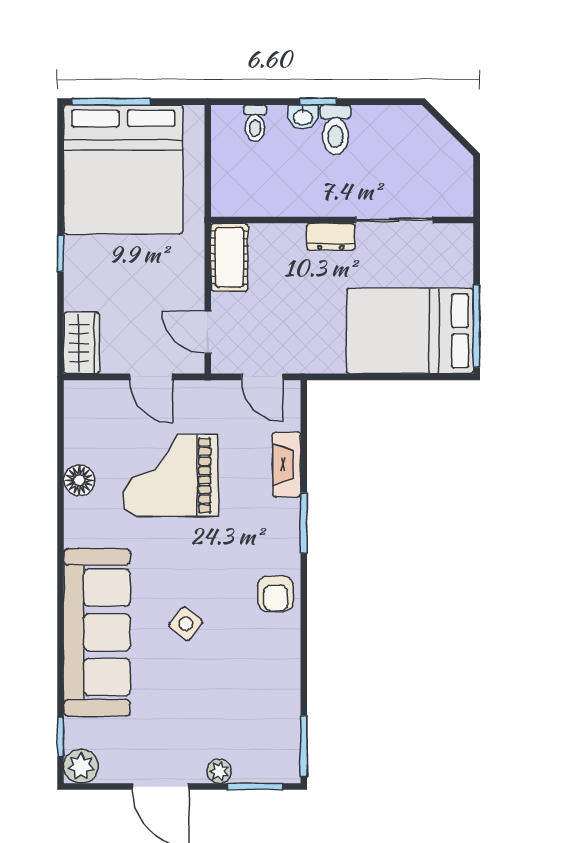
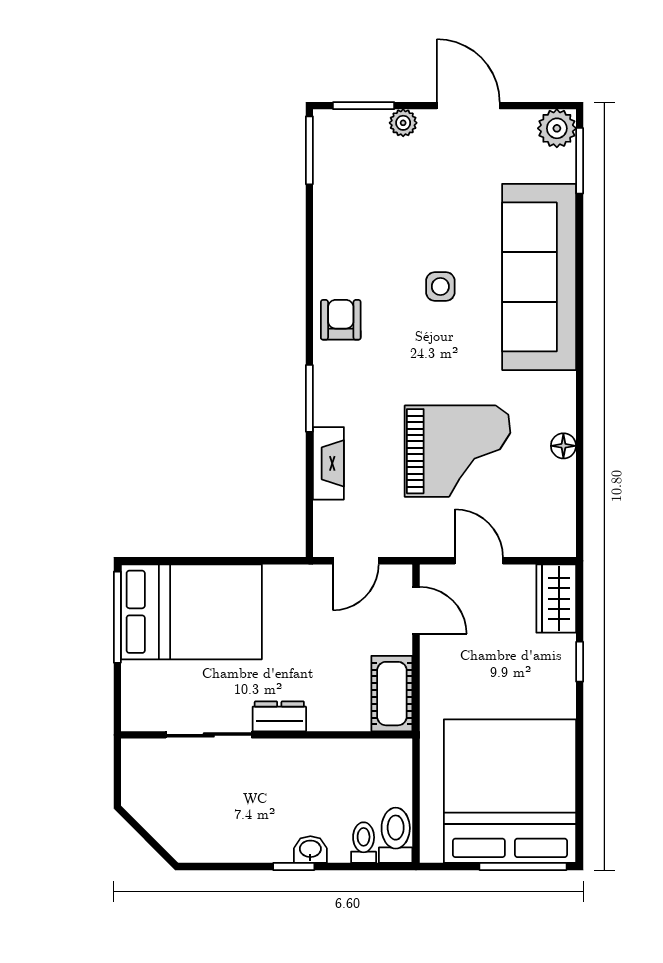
toilet: (335, 130) -> (396, 835), moved
window: (61, 254) -> (580, 662), moved
door: (262, 377) -> (356, 561), swing flipped
floor lamp: (79, 480) -> (563, 446), width x0.73, depth x0.73
side table: (186, 624) -> (440, 287), turned -38
window: (61, 737) -> (580, 161), width x1.50

